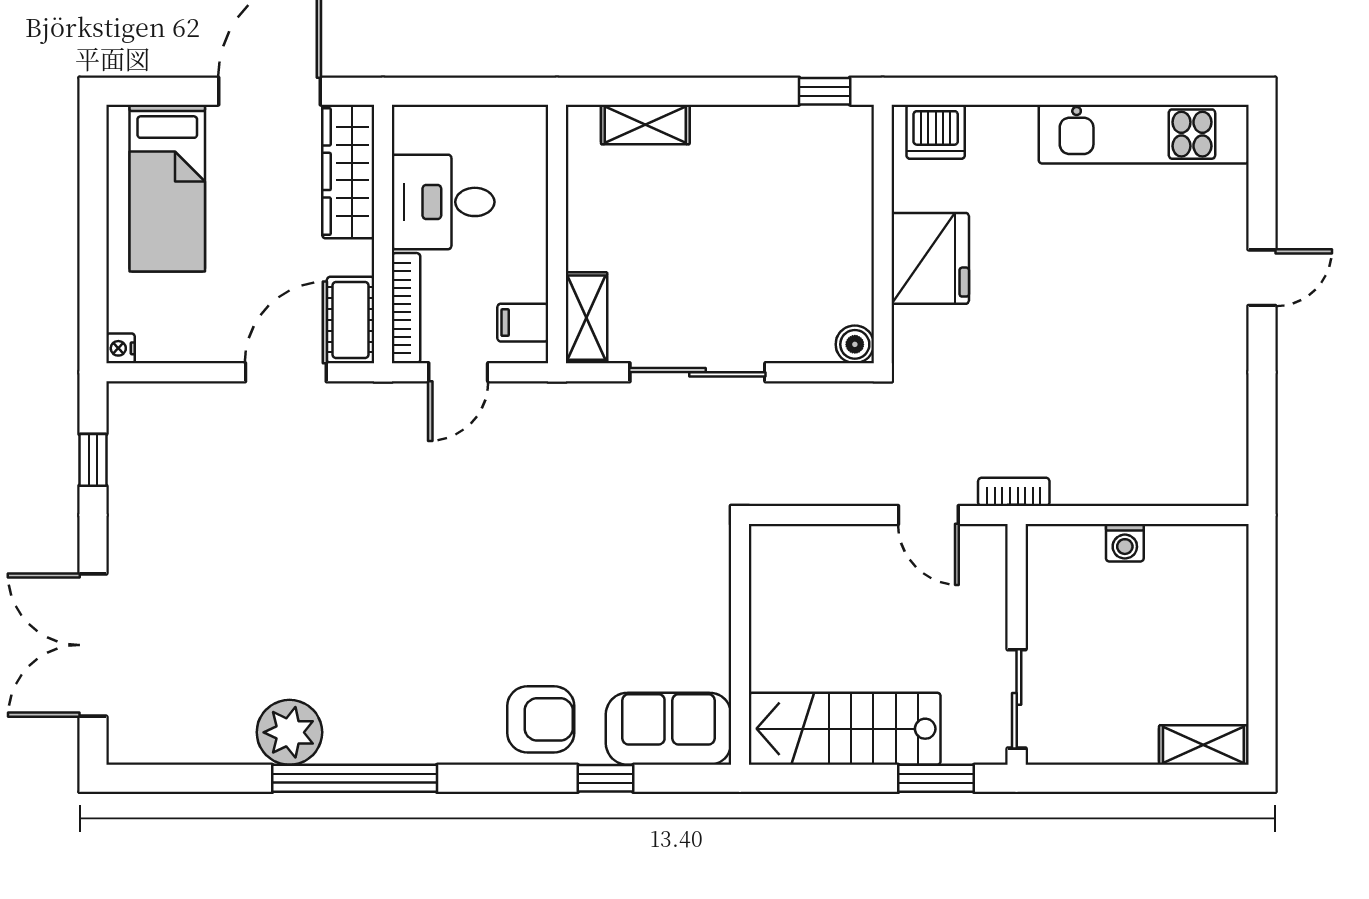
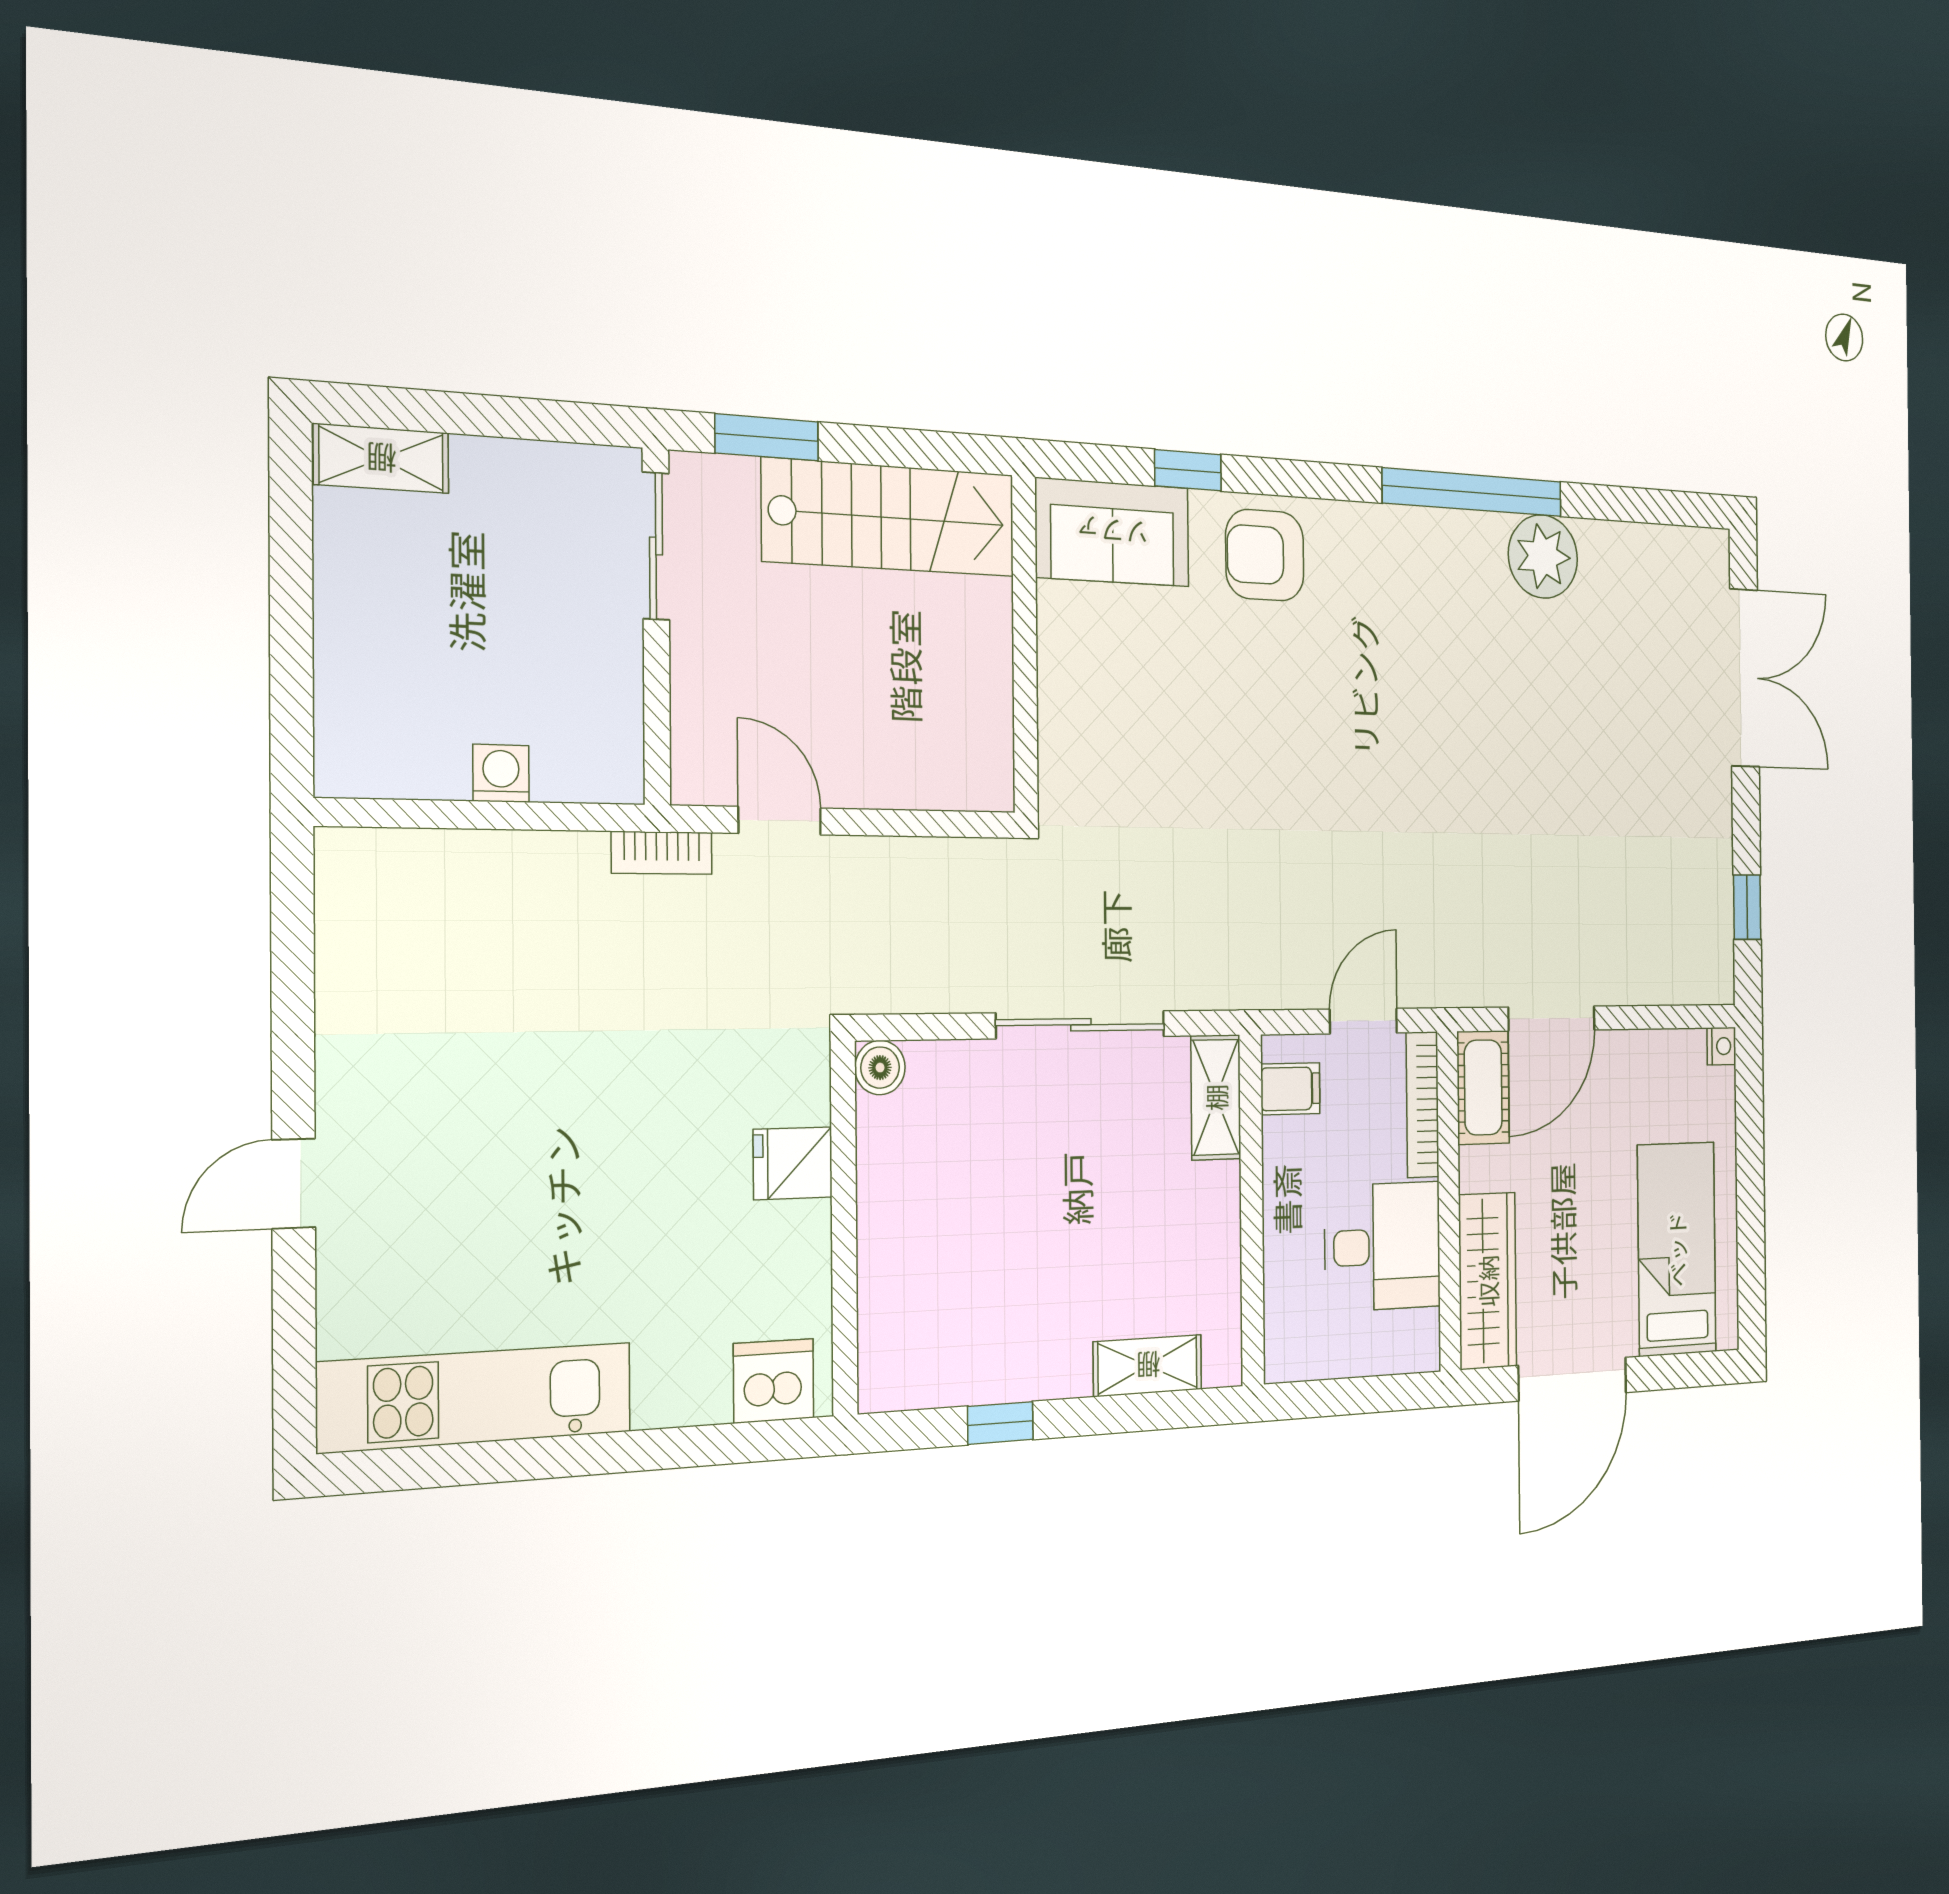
window: (825, 91) -> (1000, 1423), moved
fridge: (930, 258) -> (793, 1163), width x0.53, depth x0.75

